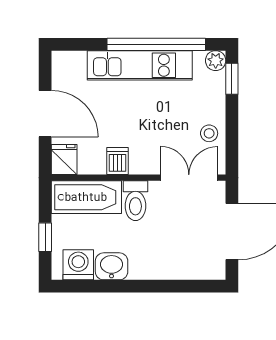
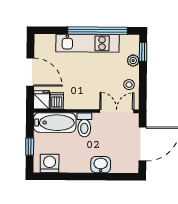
plant: (216, 61) -> (133, 61), moved
dishwasher: (118, 161) -> (57, 101), moved
washbasin: (112, 266) -> (101, 165), moved

